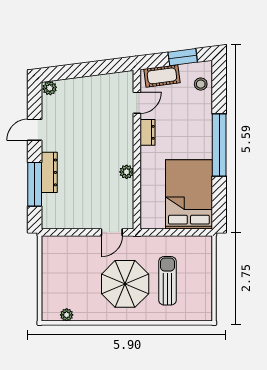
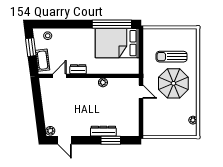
door: (137, 103) -> (59, 76), hinge flipped
door: (35, 130) -> (65, 140), moved
window: (219, 145) -> (112, 24), moved
window: (35, 184) -> (111, 140), width x0.69

